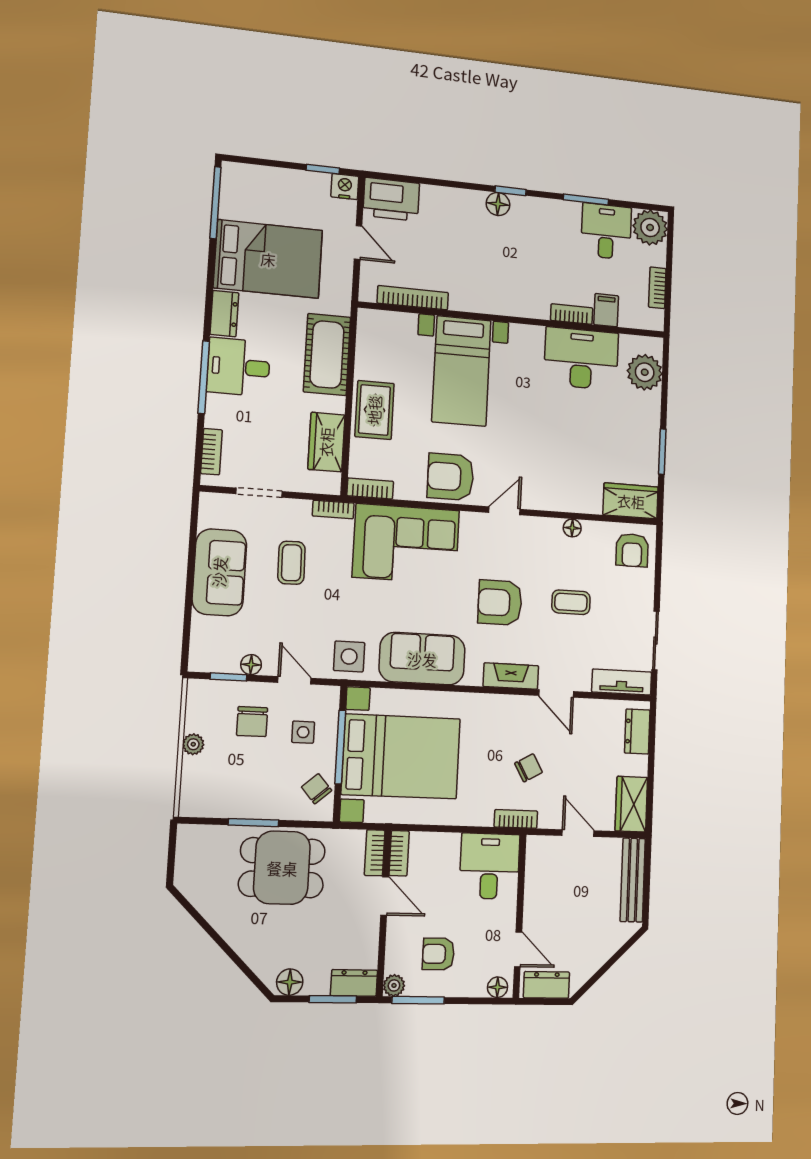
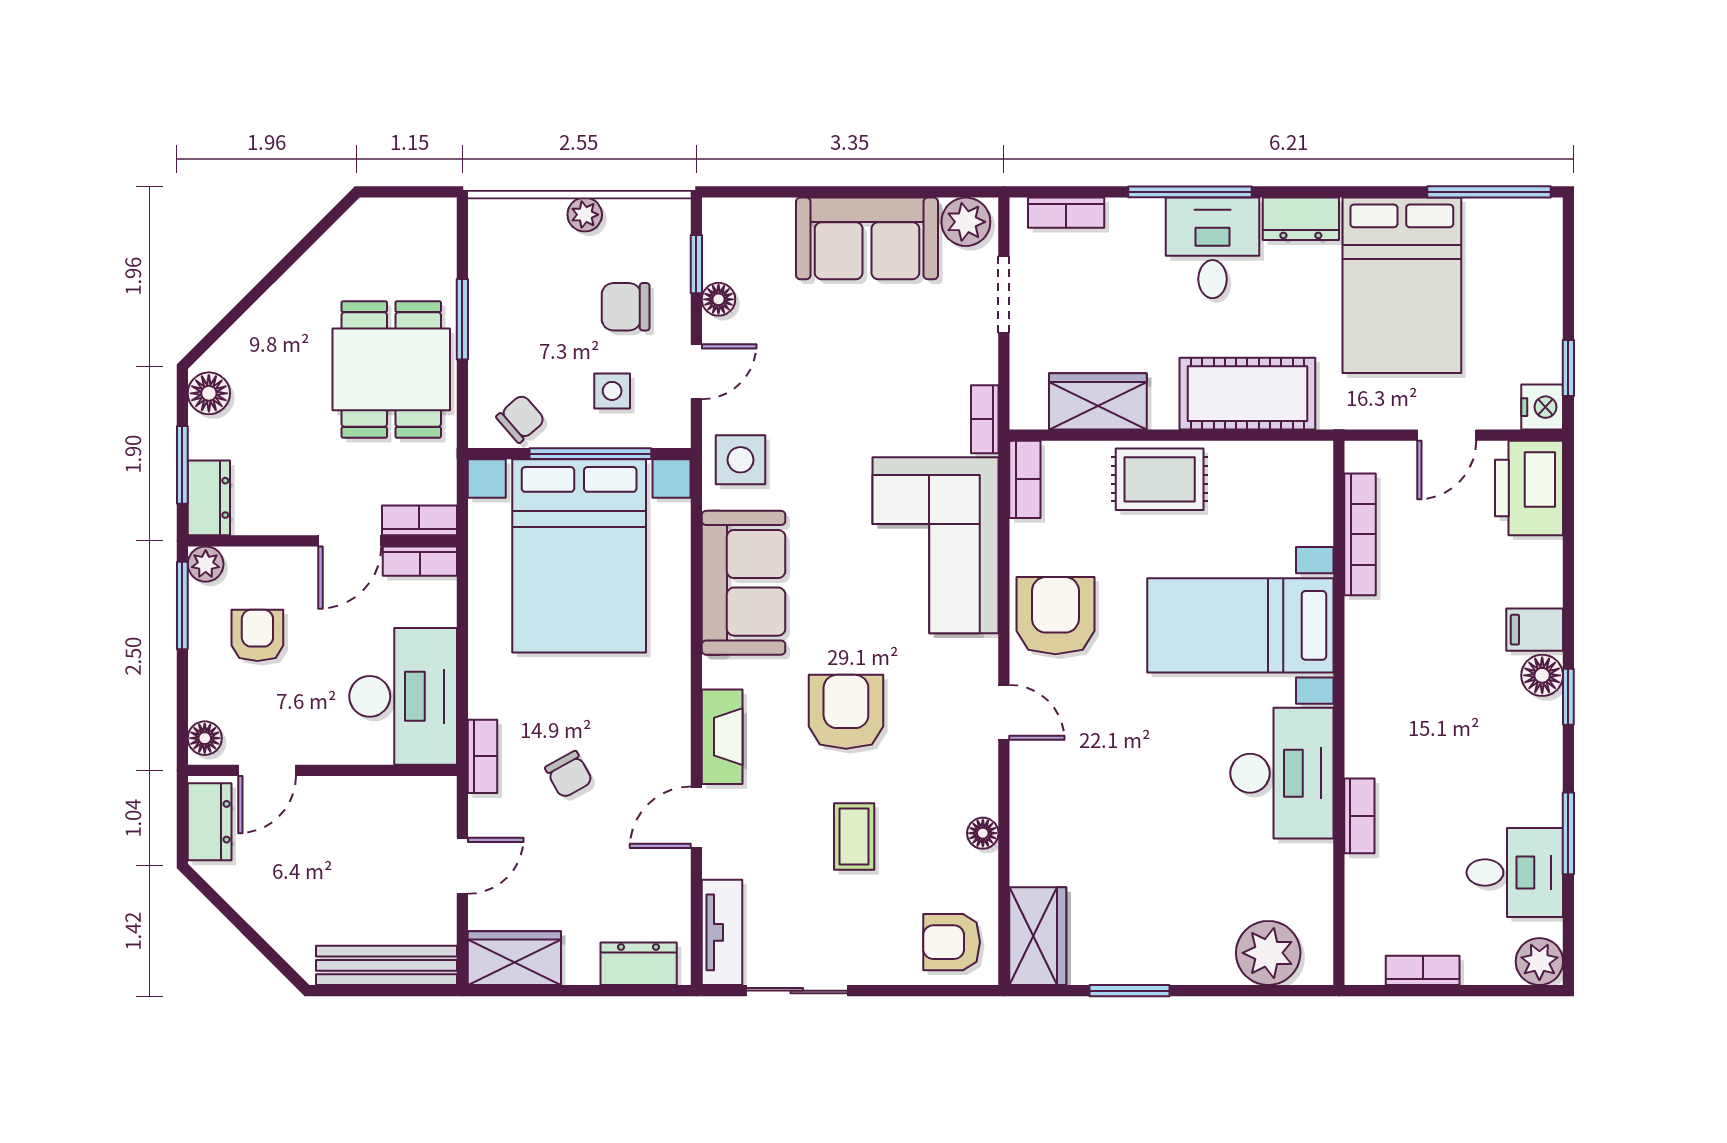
plant: (650, 228) -> (1539, 962), width x0.73, depth x0.73
filing cabinet: (606, 310) -> (1535, 630), moved, turned 180
desk: (581, 359) -> (1282, 773), moved
plant: (213, 512) -> (966, 222), added
coffee table: (291, 563) -> (891, 355), removed
desk: (489, 866) -> (403, 696), width x1.37

